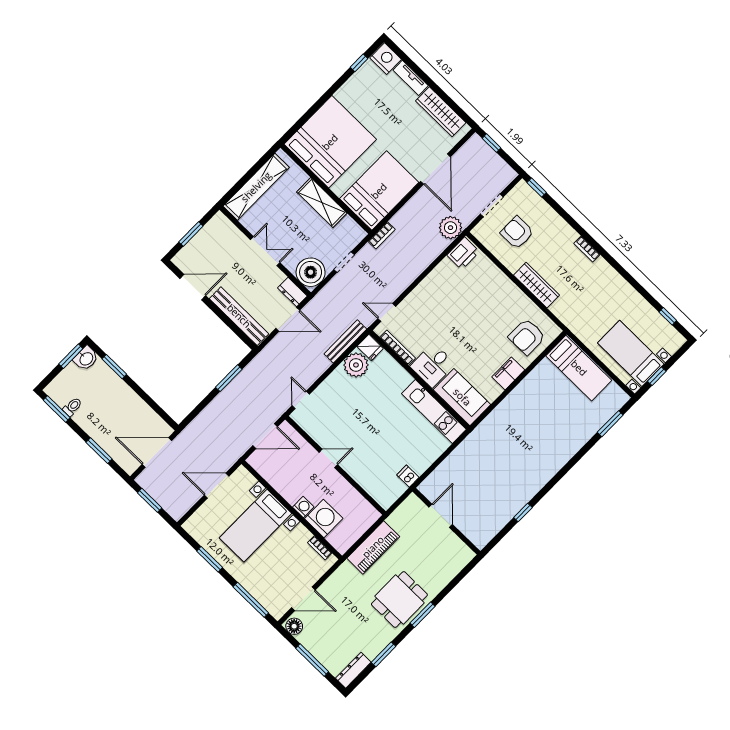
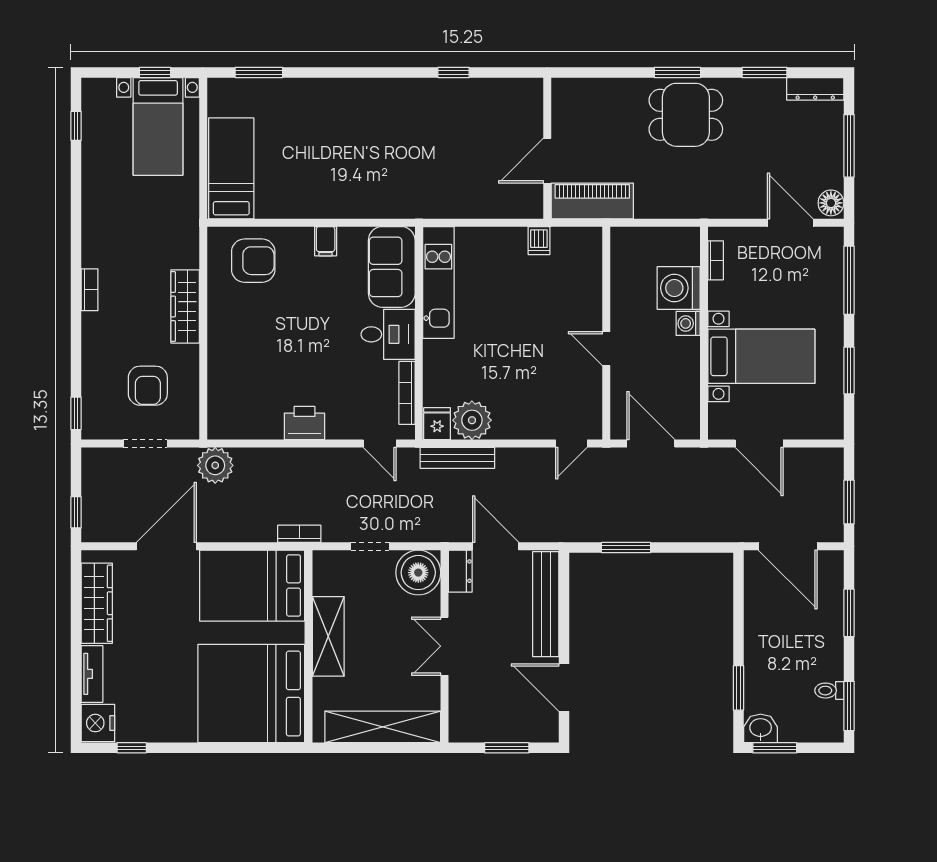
printer: (463, 253) -> (304, 423), moved
filing cabinet: (508, 373) -> (326, 241), width x0.50
piano: (373, 547) -> (592, 201), moved

